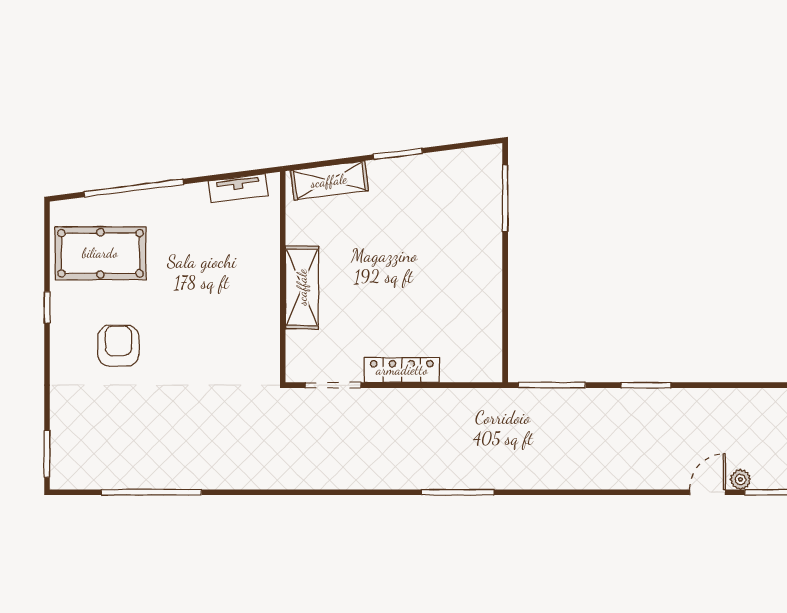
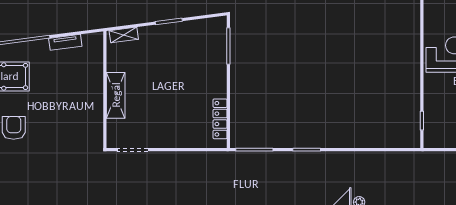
shelving: (329, 181) -> (124, 35), width x0.67, depth x0.75
tv unit: (238, 188) -> (65, 42), moved
locker: (402, 370) -> (220, 119), moved, turned -90

